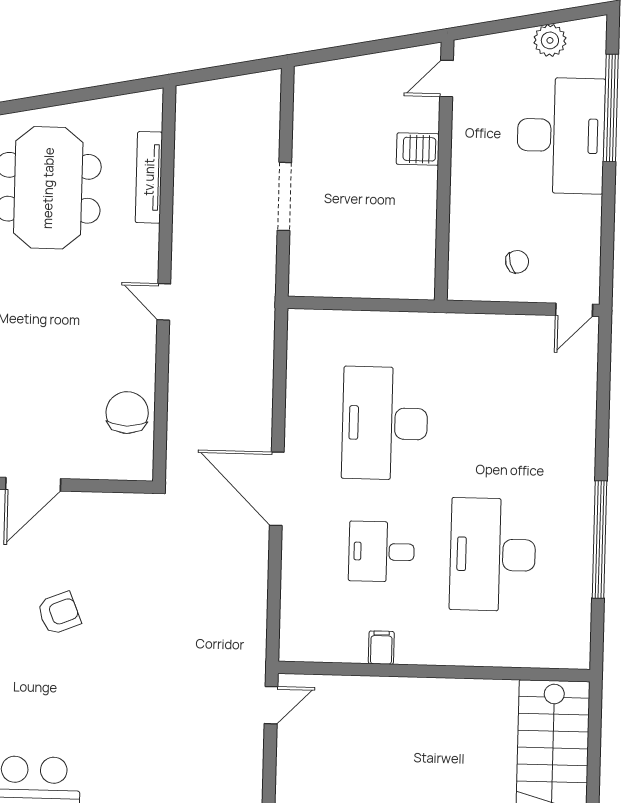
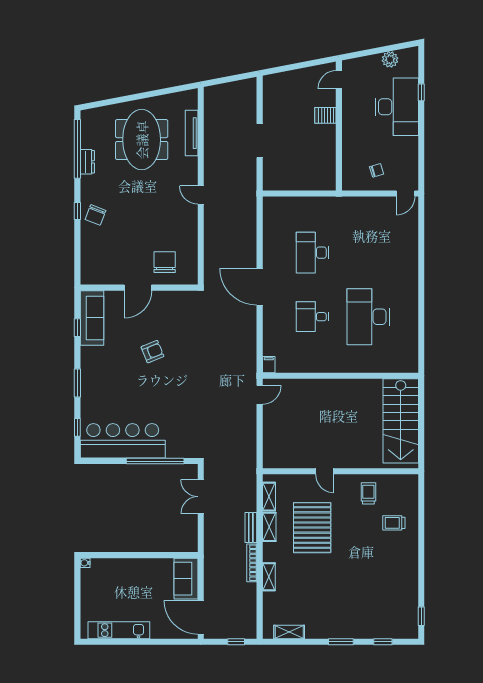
window: (611, 108) -> (421, 92), width x0.32
chair: (127, 413) -> (165, 262), moved
desk: (385, 423) -> (313, 253), width x0.73, depth x0.77
window: (599, 539) -> (421, 308), removed
filing cabinet: (381, 648) -> (269, 365), moved

